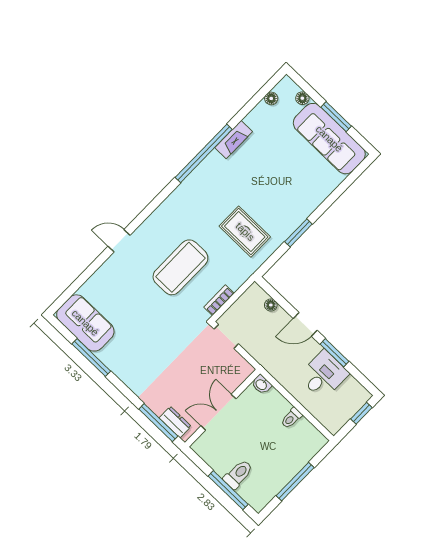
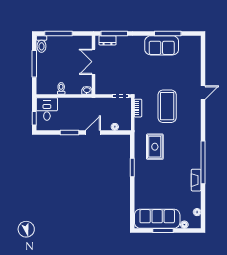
rug: (245, 232) -> (155, 147), turned 90
sofa: (85, 323) -> (162, 45), moved
desk: (324, 375) -> (47, 109), moved, turned 180
double door: (218, 412) -> (94, 62), swing flipped
toilet: (238, 474) -> (42, 44), moved

